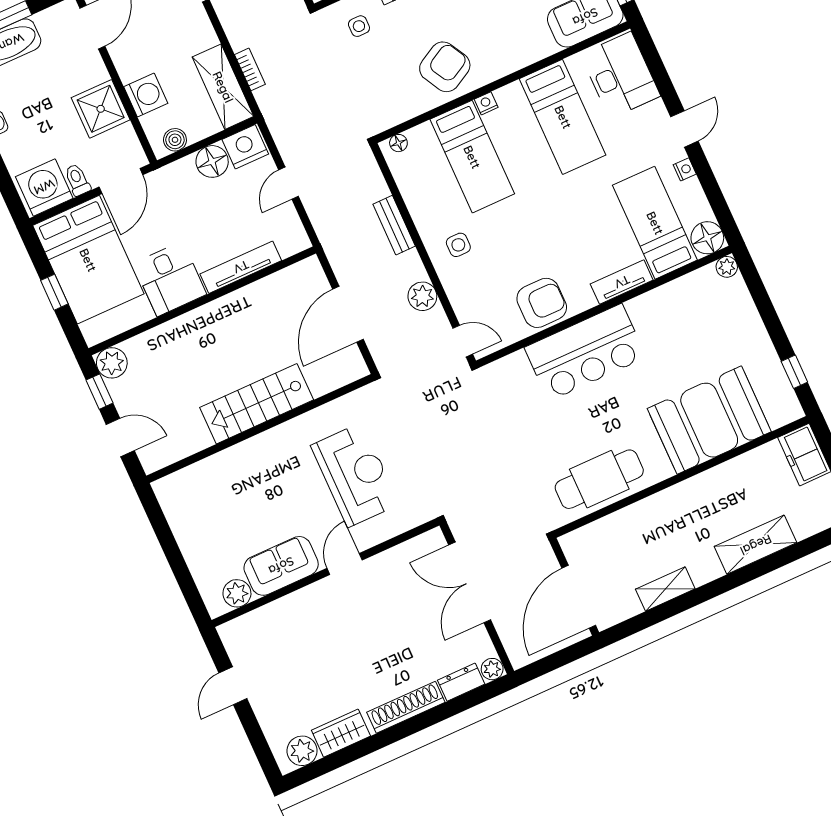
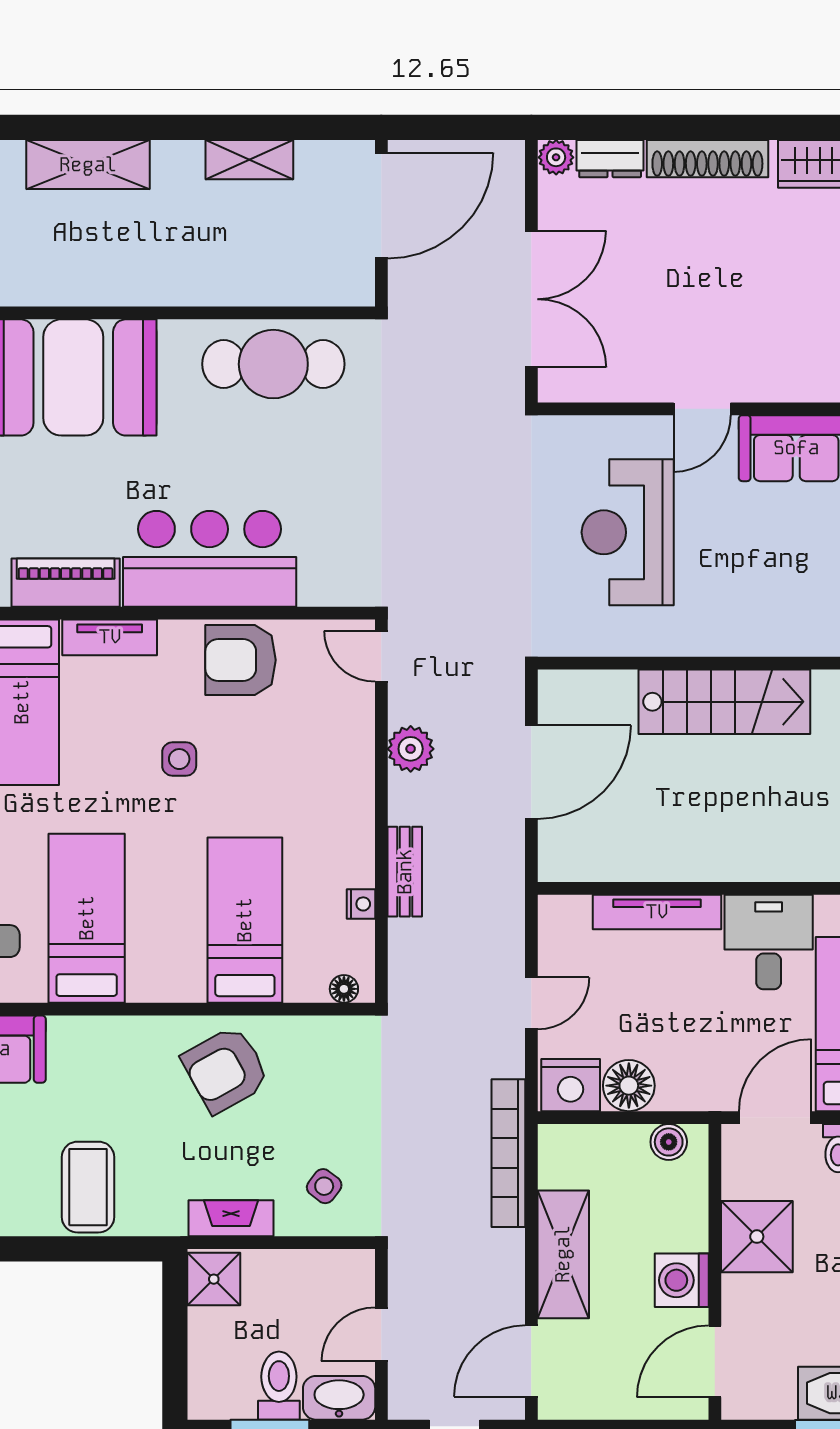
side table: (359, 26) -> (324, 1186), turned 37
bookcase: (250, 69) -> (508, 1153), width x2.31, depth x1.31
shelving: (223, 87) -> (563, 1254), moved
washing machine: (146, 95) -> (682, 1280), moved
nightstand: (486, 103) -> (361, 904), moved, turned -90
side table: (458, 245) -> (179, 759), moved
piano: (661, 302) -> (66, 583), added

